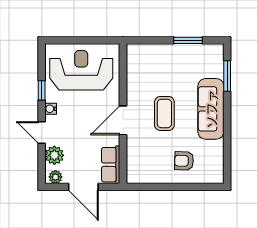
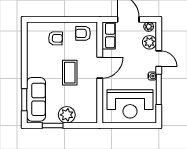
plant: (168, 55) -> (67, 115), added
window: (42, 90) -> (159, 89), width x2.17
sofa: (211, 109) -> (36, 99), moved
armchair: (146, 168) -> (83, 33), added

